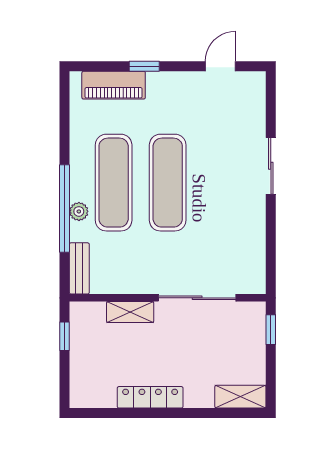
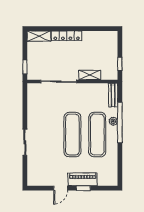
door: (220, 66) -> (61, 188), moved
piano: (114, 85) -> (83, 179), moved
locker: (150, 397) -> (67, 36), moved

